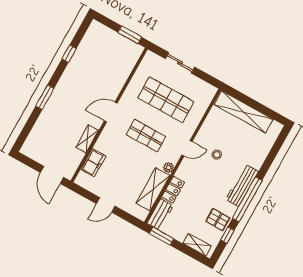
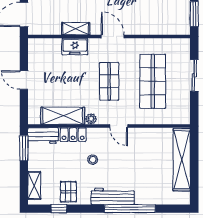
stool: (217, 155) -> (93, 160), moved
freezer: (93, 163) -> (75, 47), moved
window: (247, 199) -> (130, 209), moved

